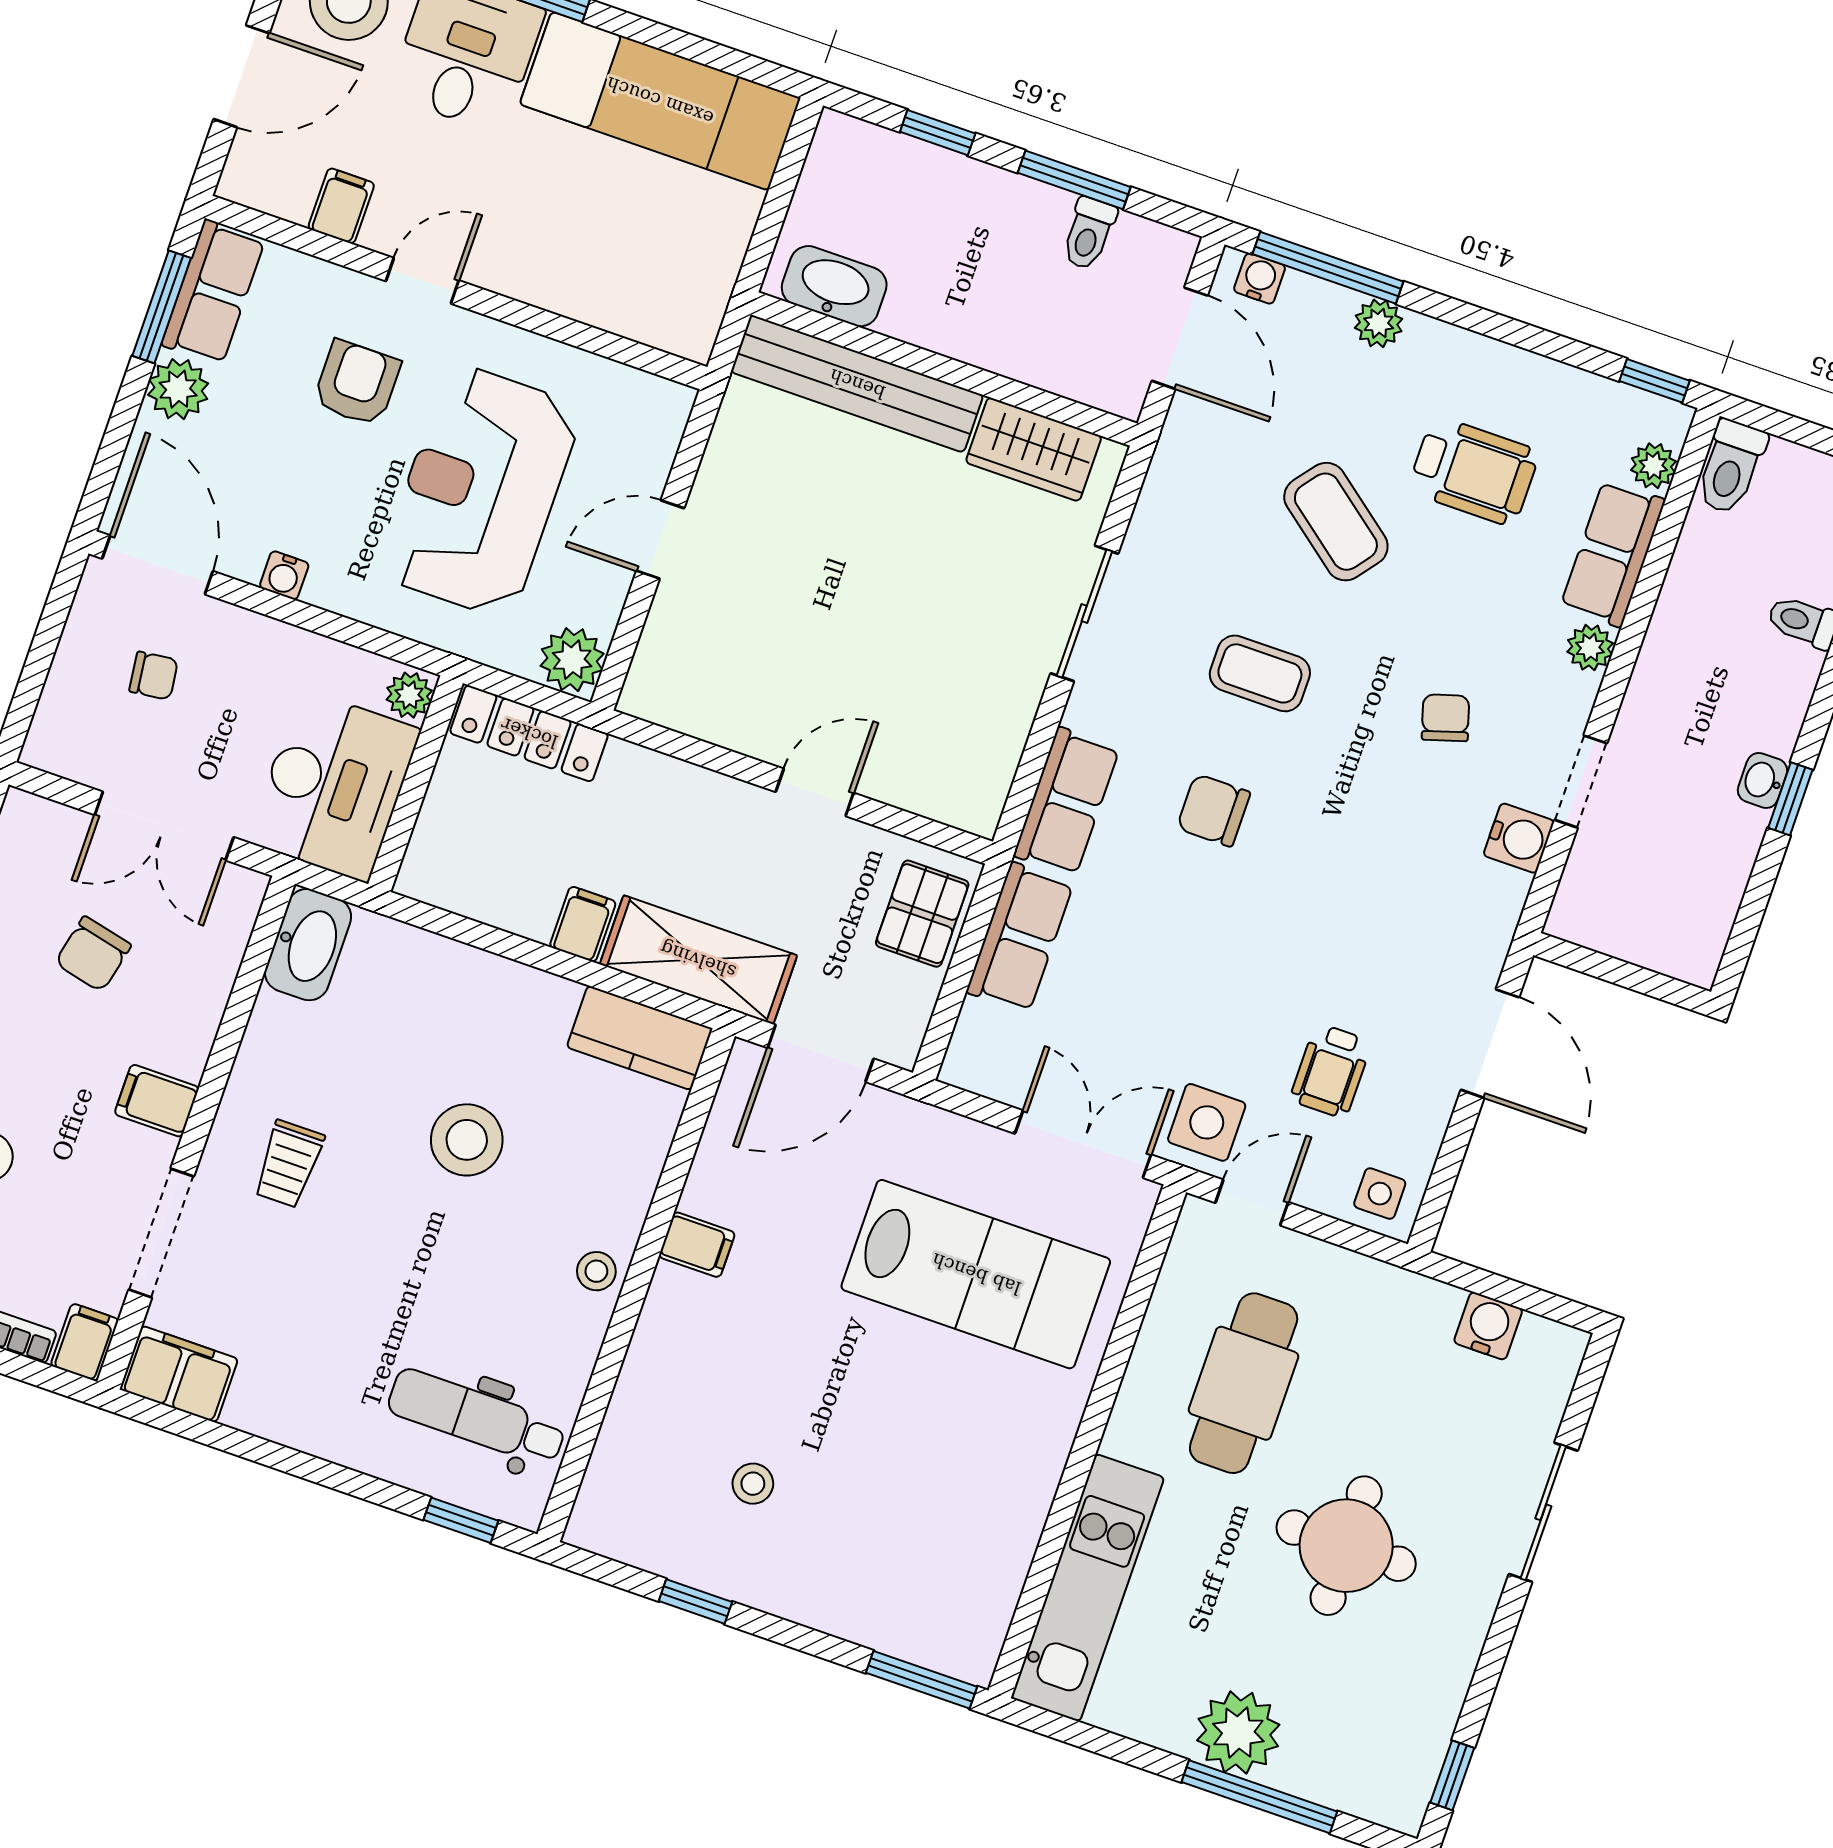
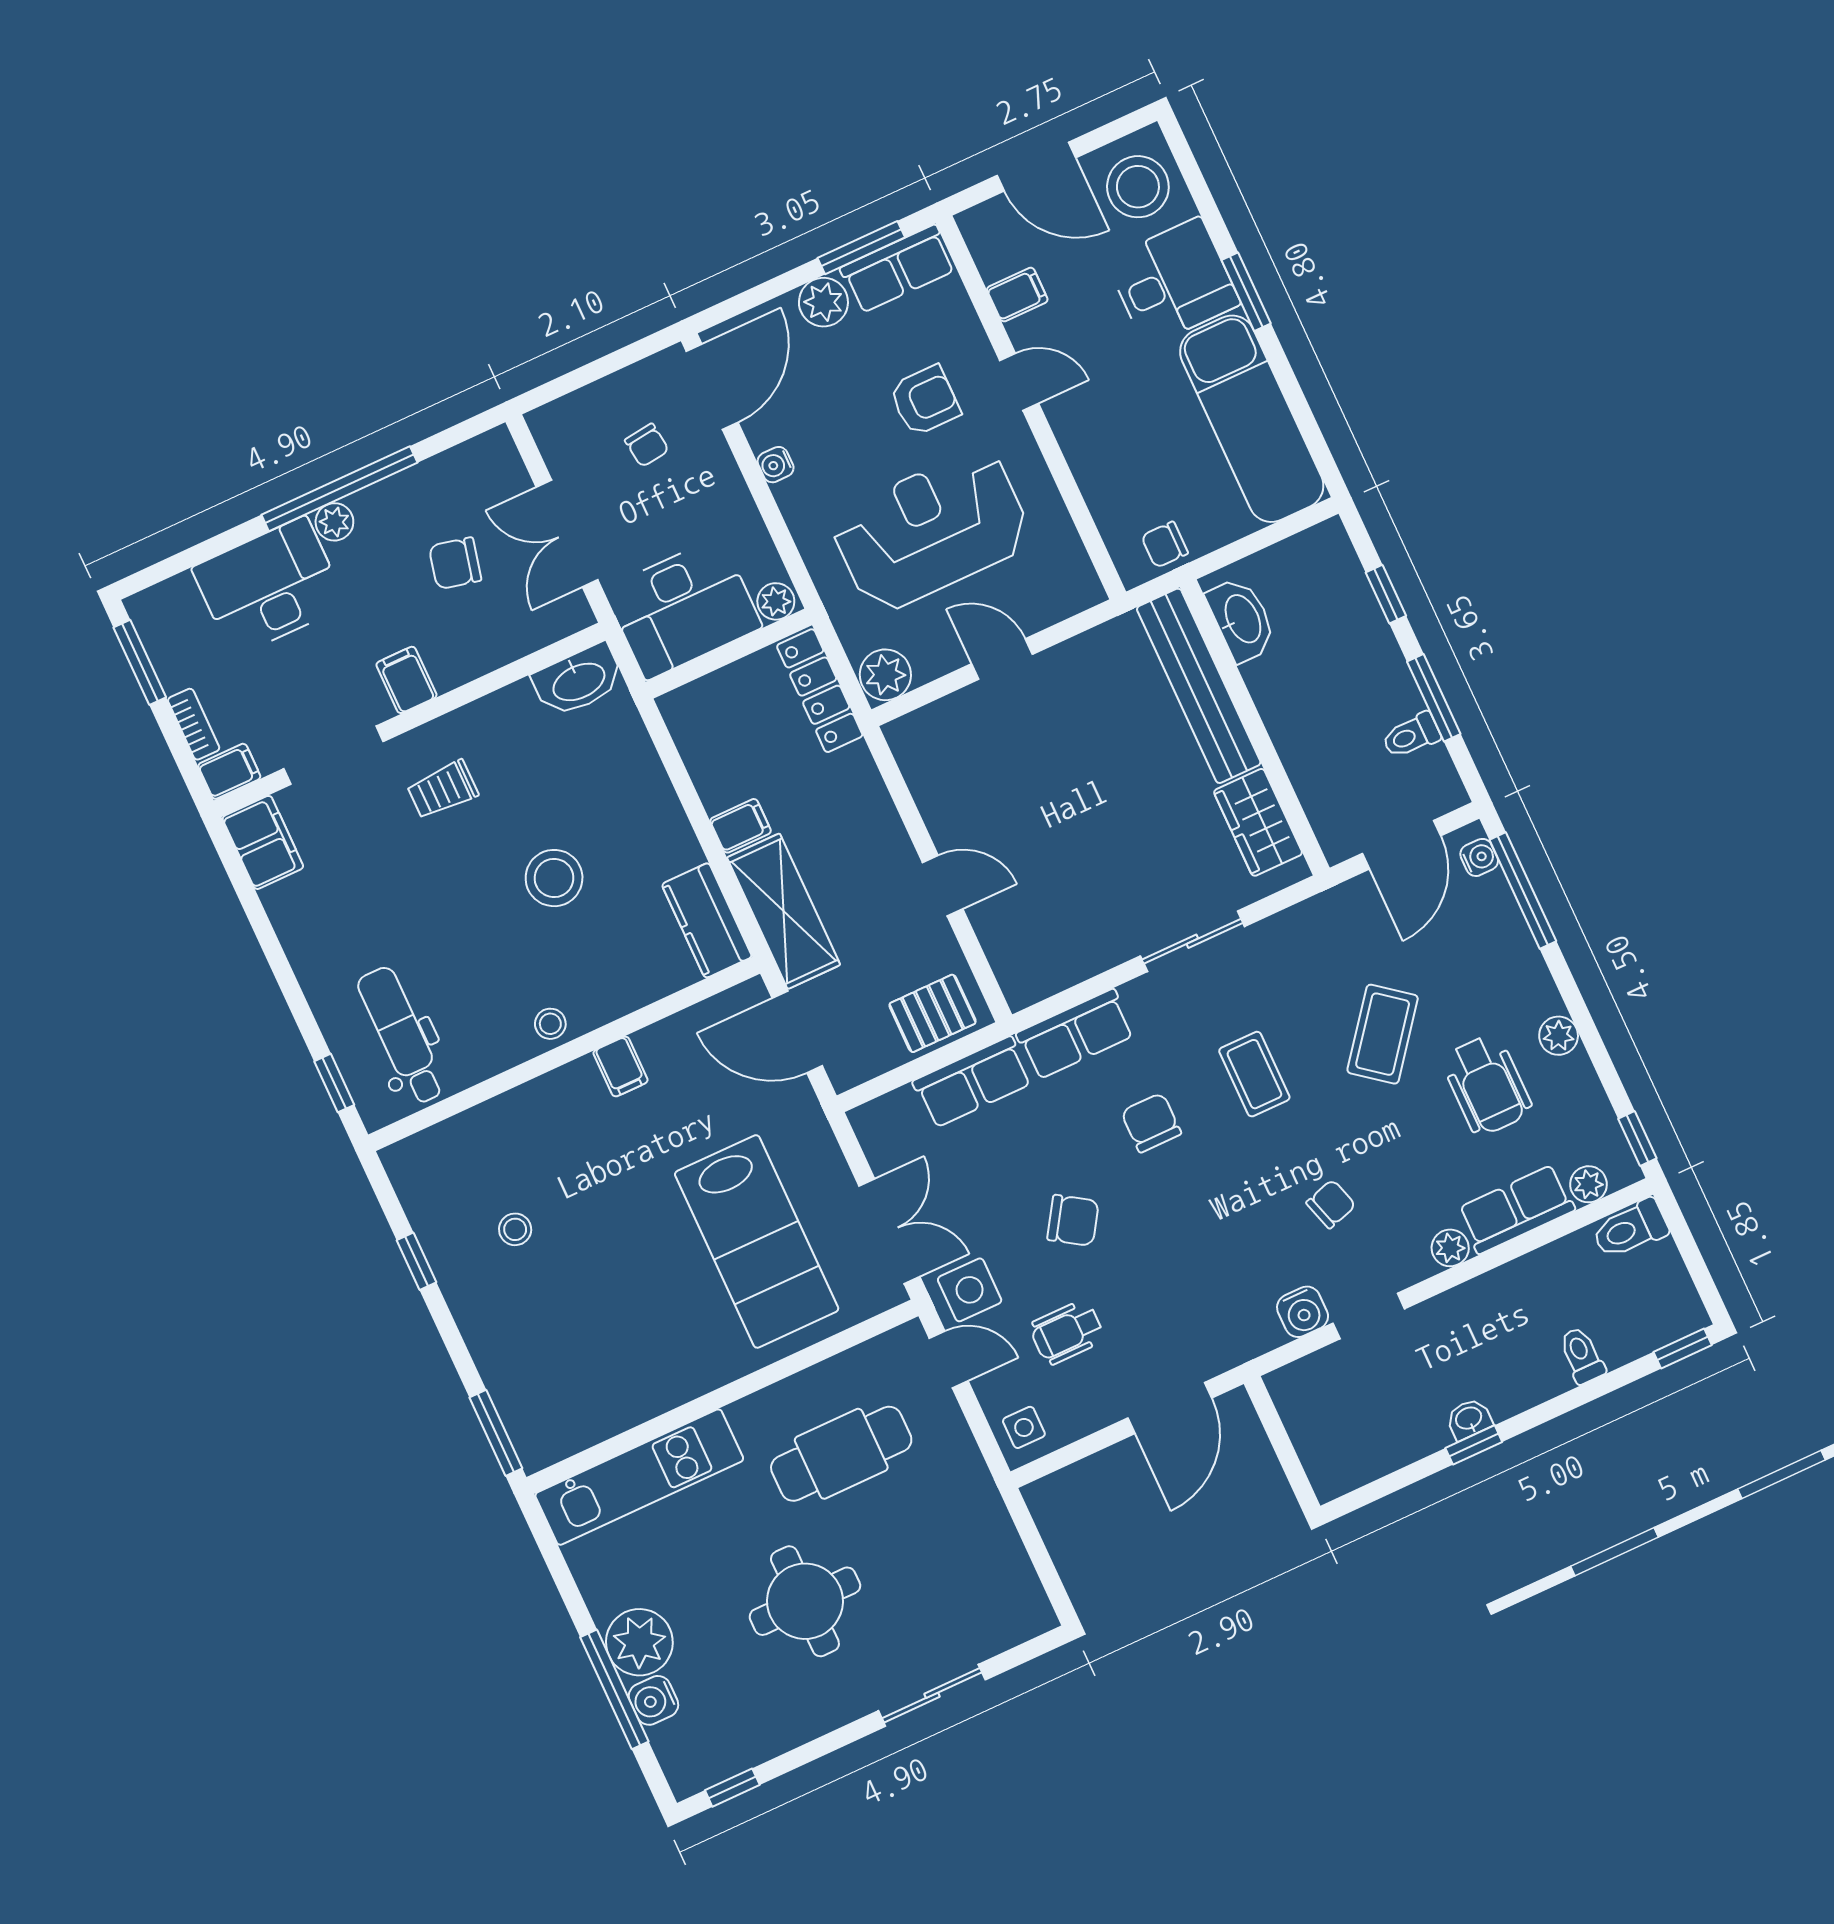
chair: (699, 291) -> (1165, 545), added
plant: (1379, 323) -> (1559, 1036), moved
chair: (1234, 967) -> (1073, 1220), added
water cooler: (1488, 1326) -> (654, 1700), moved, turned 180

